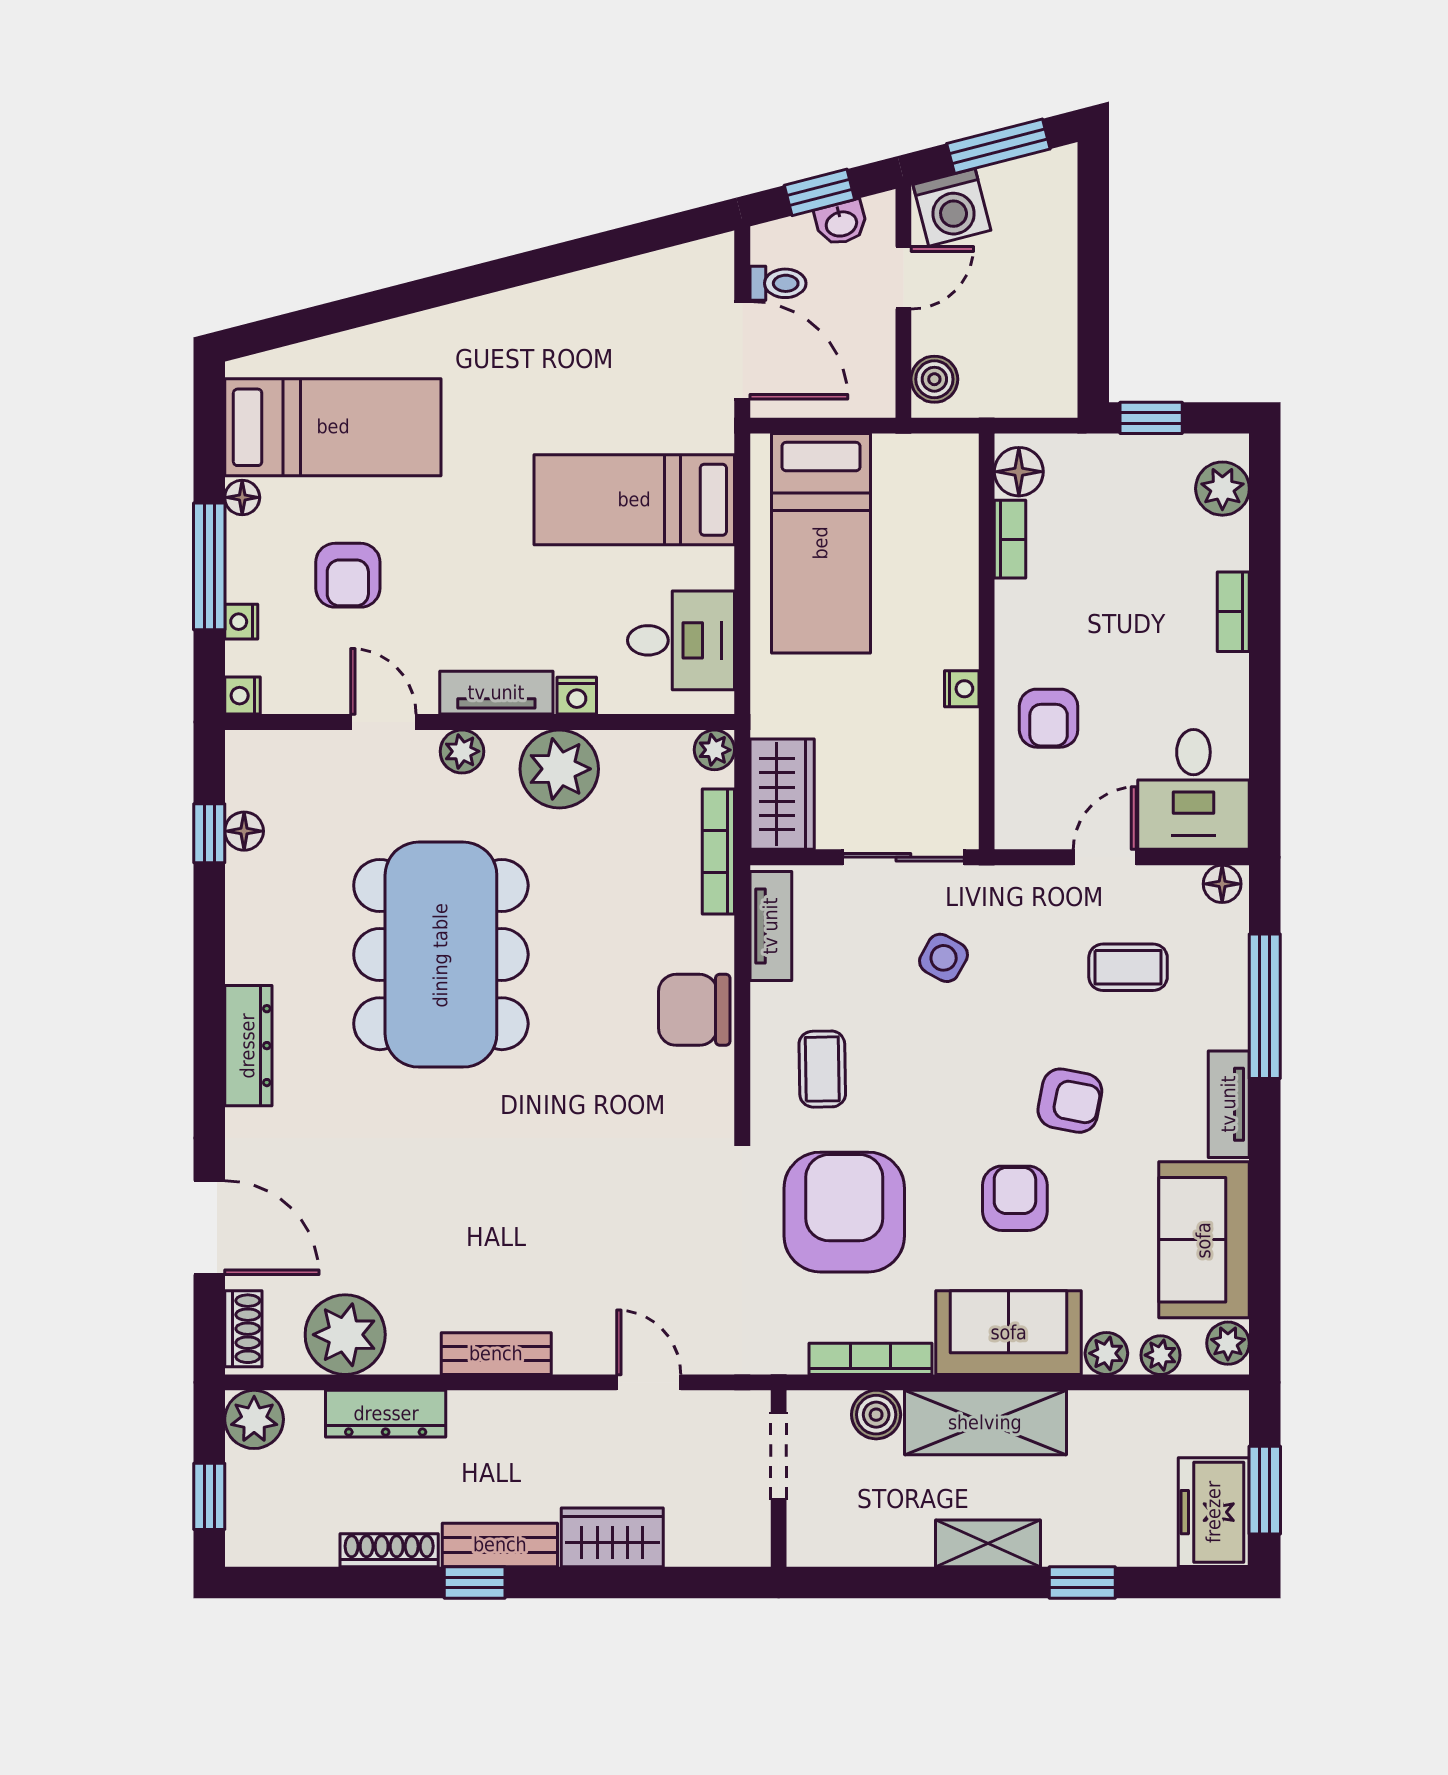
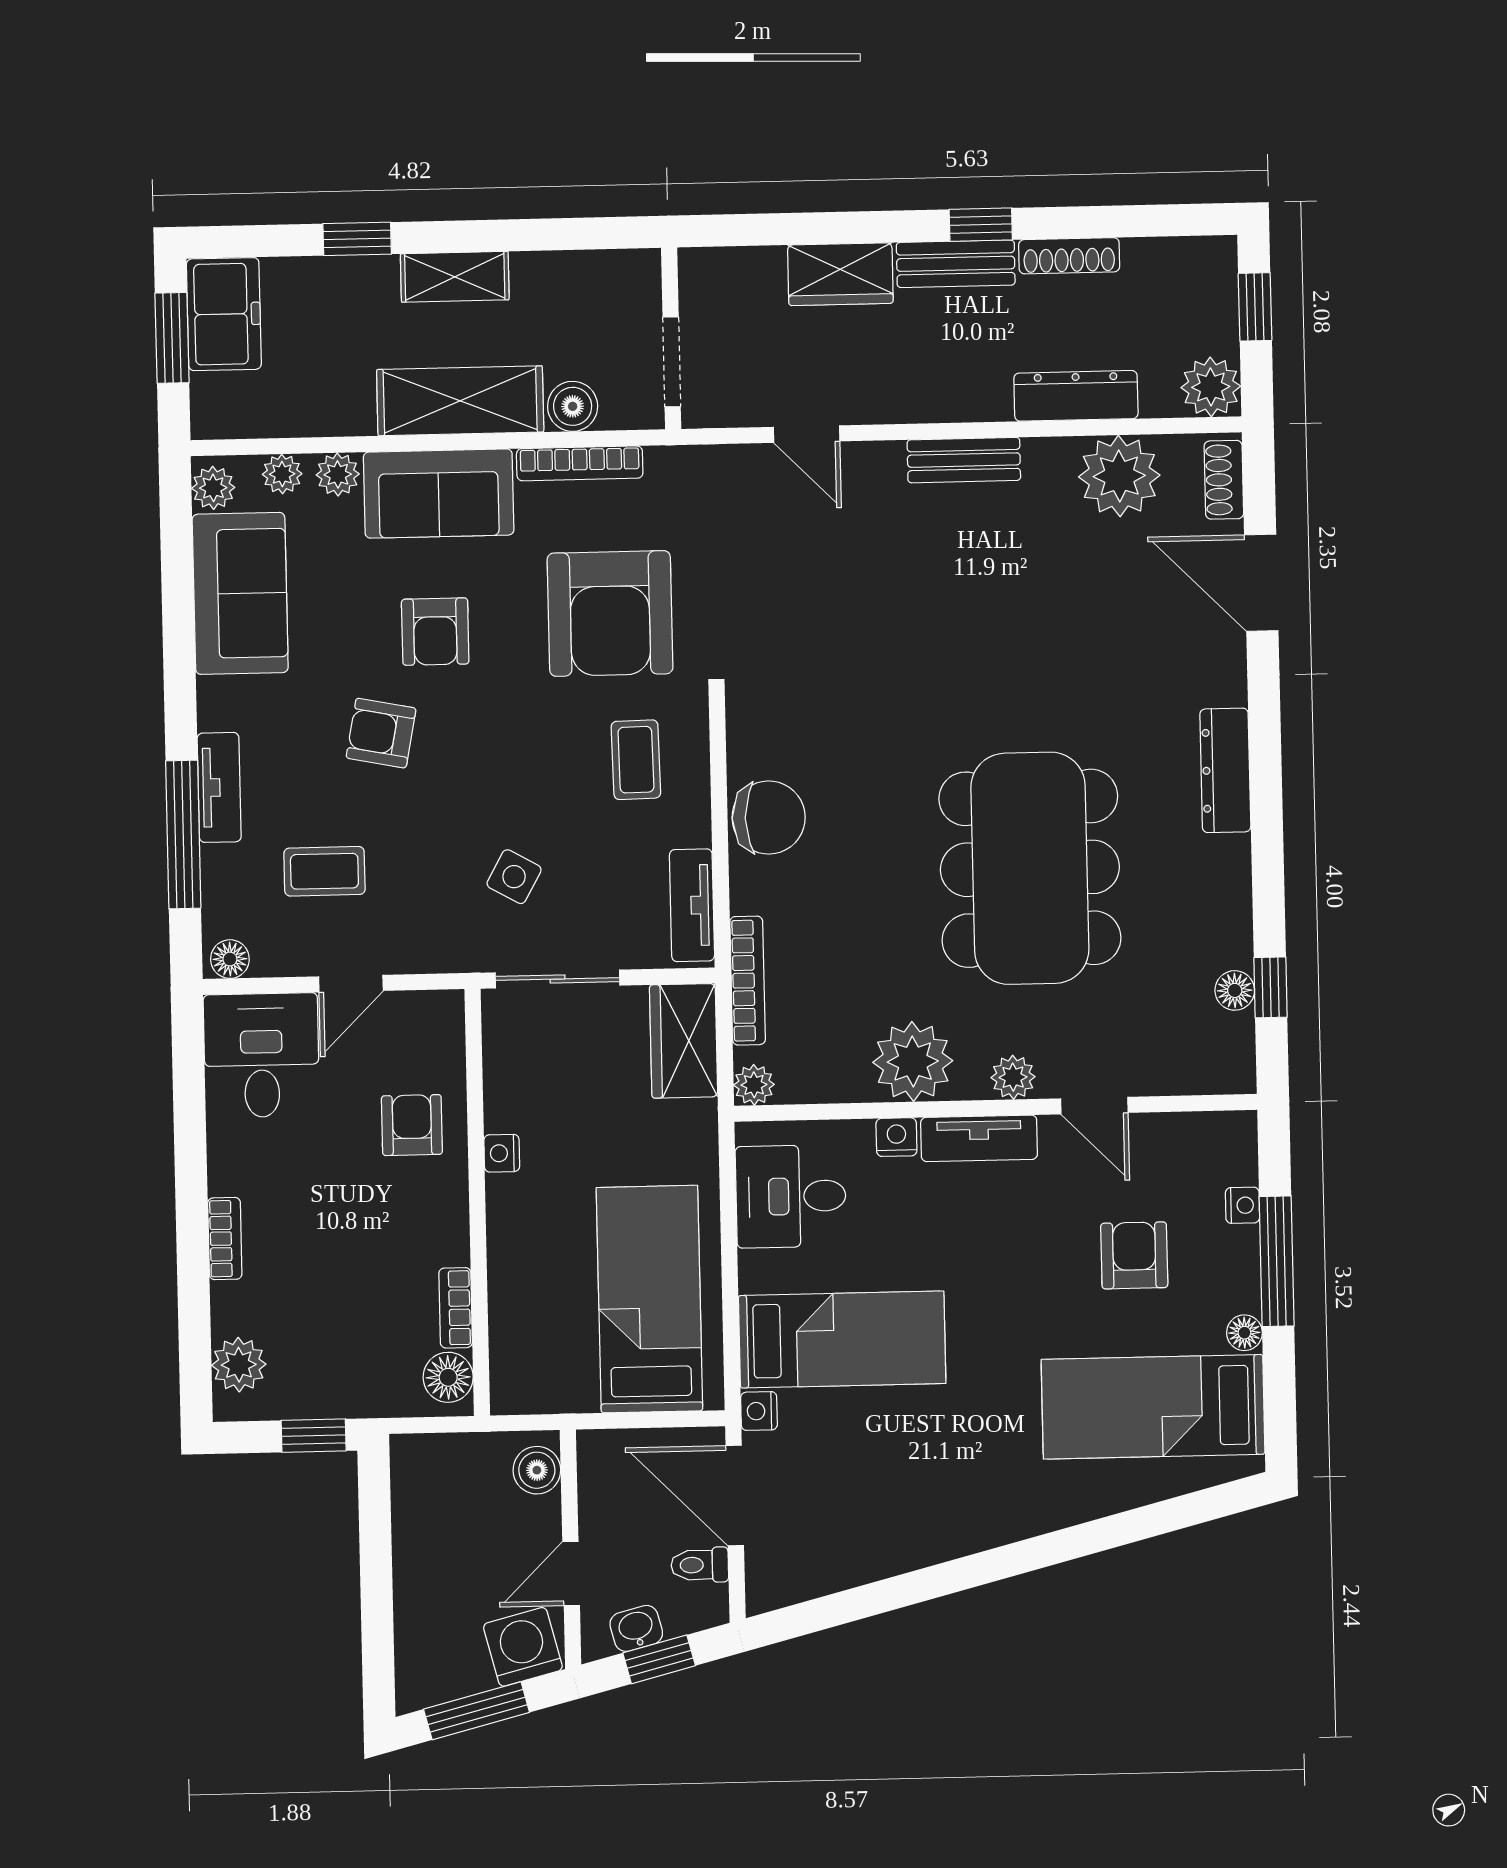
nightstand: (242, 696) -> (759, 1411), moved, turned 180
tv unit: (1229, 1104) -> (219, 787), moved

